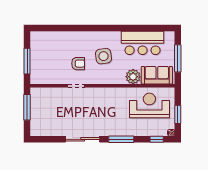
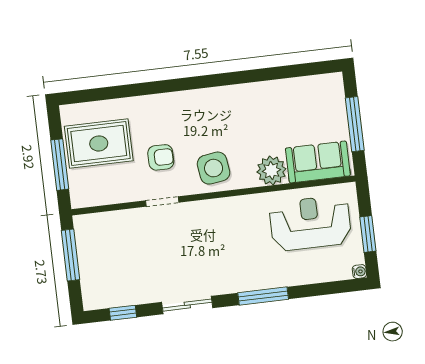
bar counter: (143, 43) -> (282, 102), removed
rug: (48, 53) -> (99, 143), added
side table: (103, 56) -> (214, 168), moved
sliding door: (83, 139) -> (187, 305), width x0.73
window: (157, 139) -> (123, 313), moved

